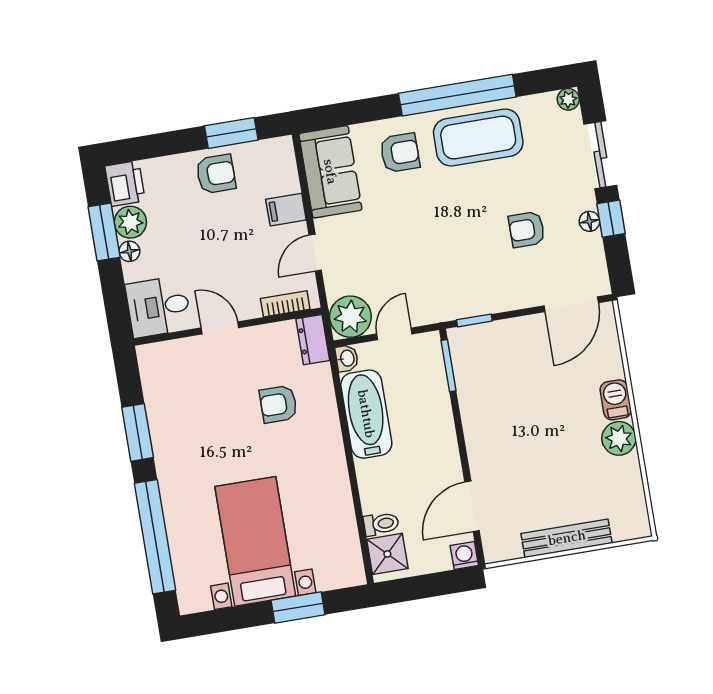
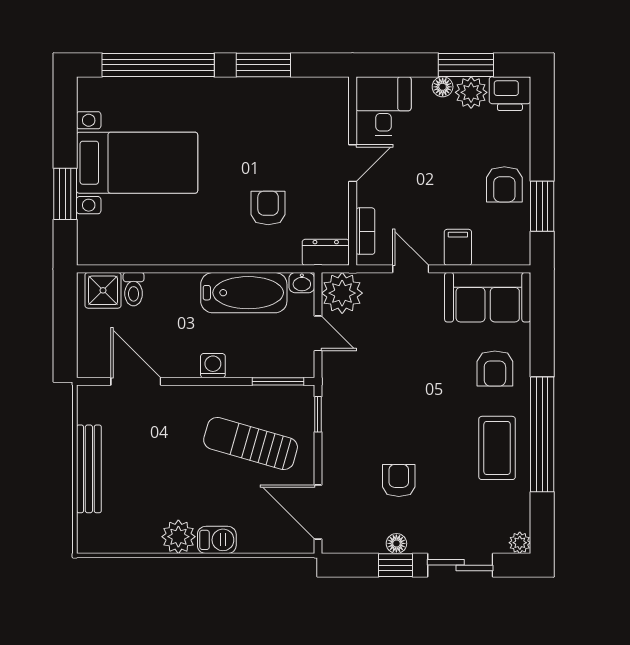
coffee table: (478, 138) -> (497, 448), width x0.73, depth x0.76
sun lounger: (515, 382) -> (251, 444), added
washing machine: (464, 556) -> (213, 366), moved, turned -90

